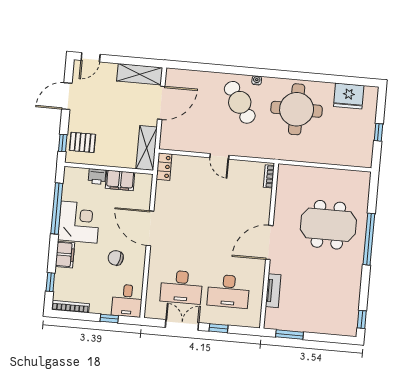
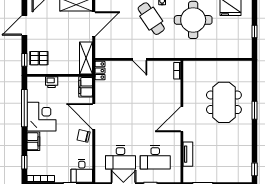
filing cabinet: (120, 180) -> (86, 87), moved, turned 90
meeting table: (328, 225) -> (224, 102), turned 90
window: (369, 239) -> (254, 110), width x0.47
chair: (116, 258) -> (84, 136), moved

